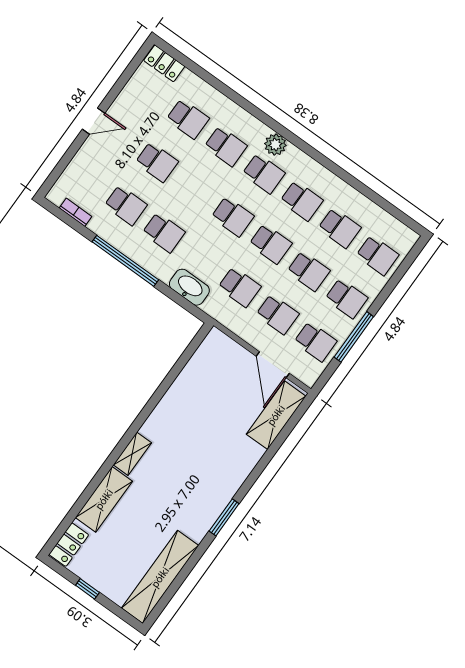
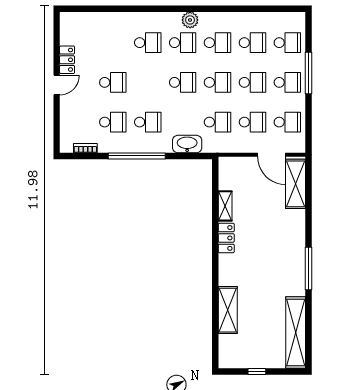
locker: (164, 63) -> (67, 60), moved, turned -90
school desk: (188, 119) -> (113, 43), removed
plant: (275, 145) -> (190, 20), moved
window: (354, 337) -> (309, 73), moved
shelving: (132, 454) -> (225, 206), moved
window: (224, 517) -> (309, 269), width x1.44
locker: (69, 545) -> (226, 238), moved

